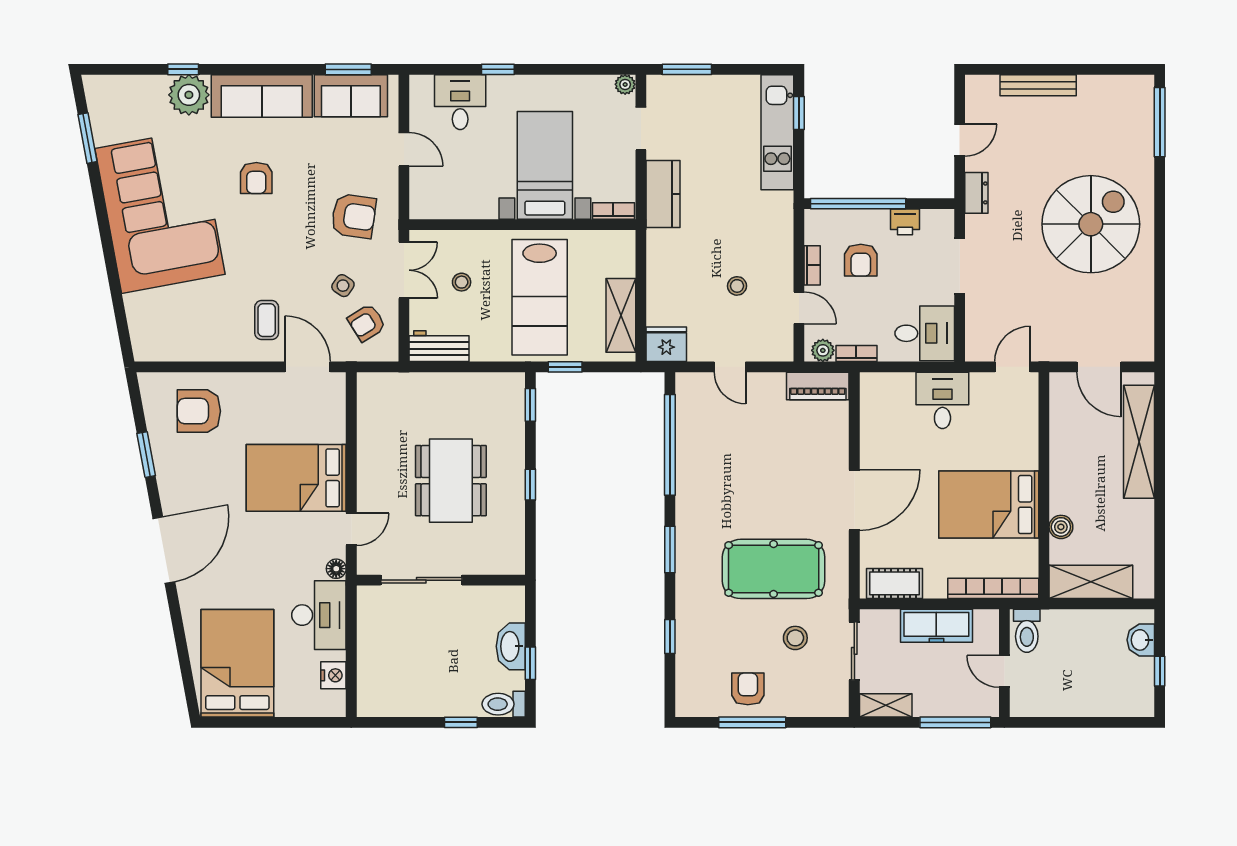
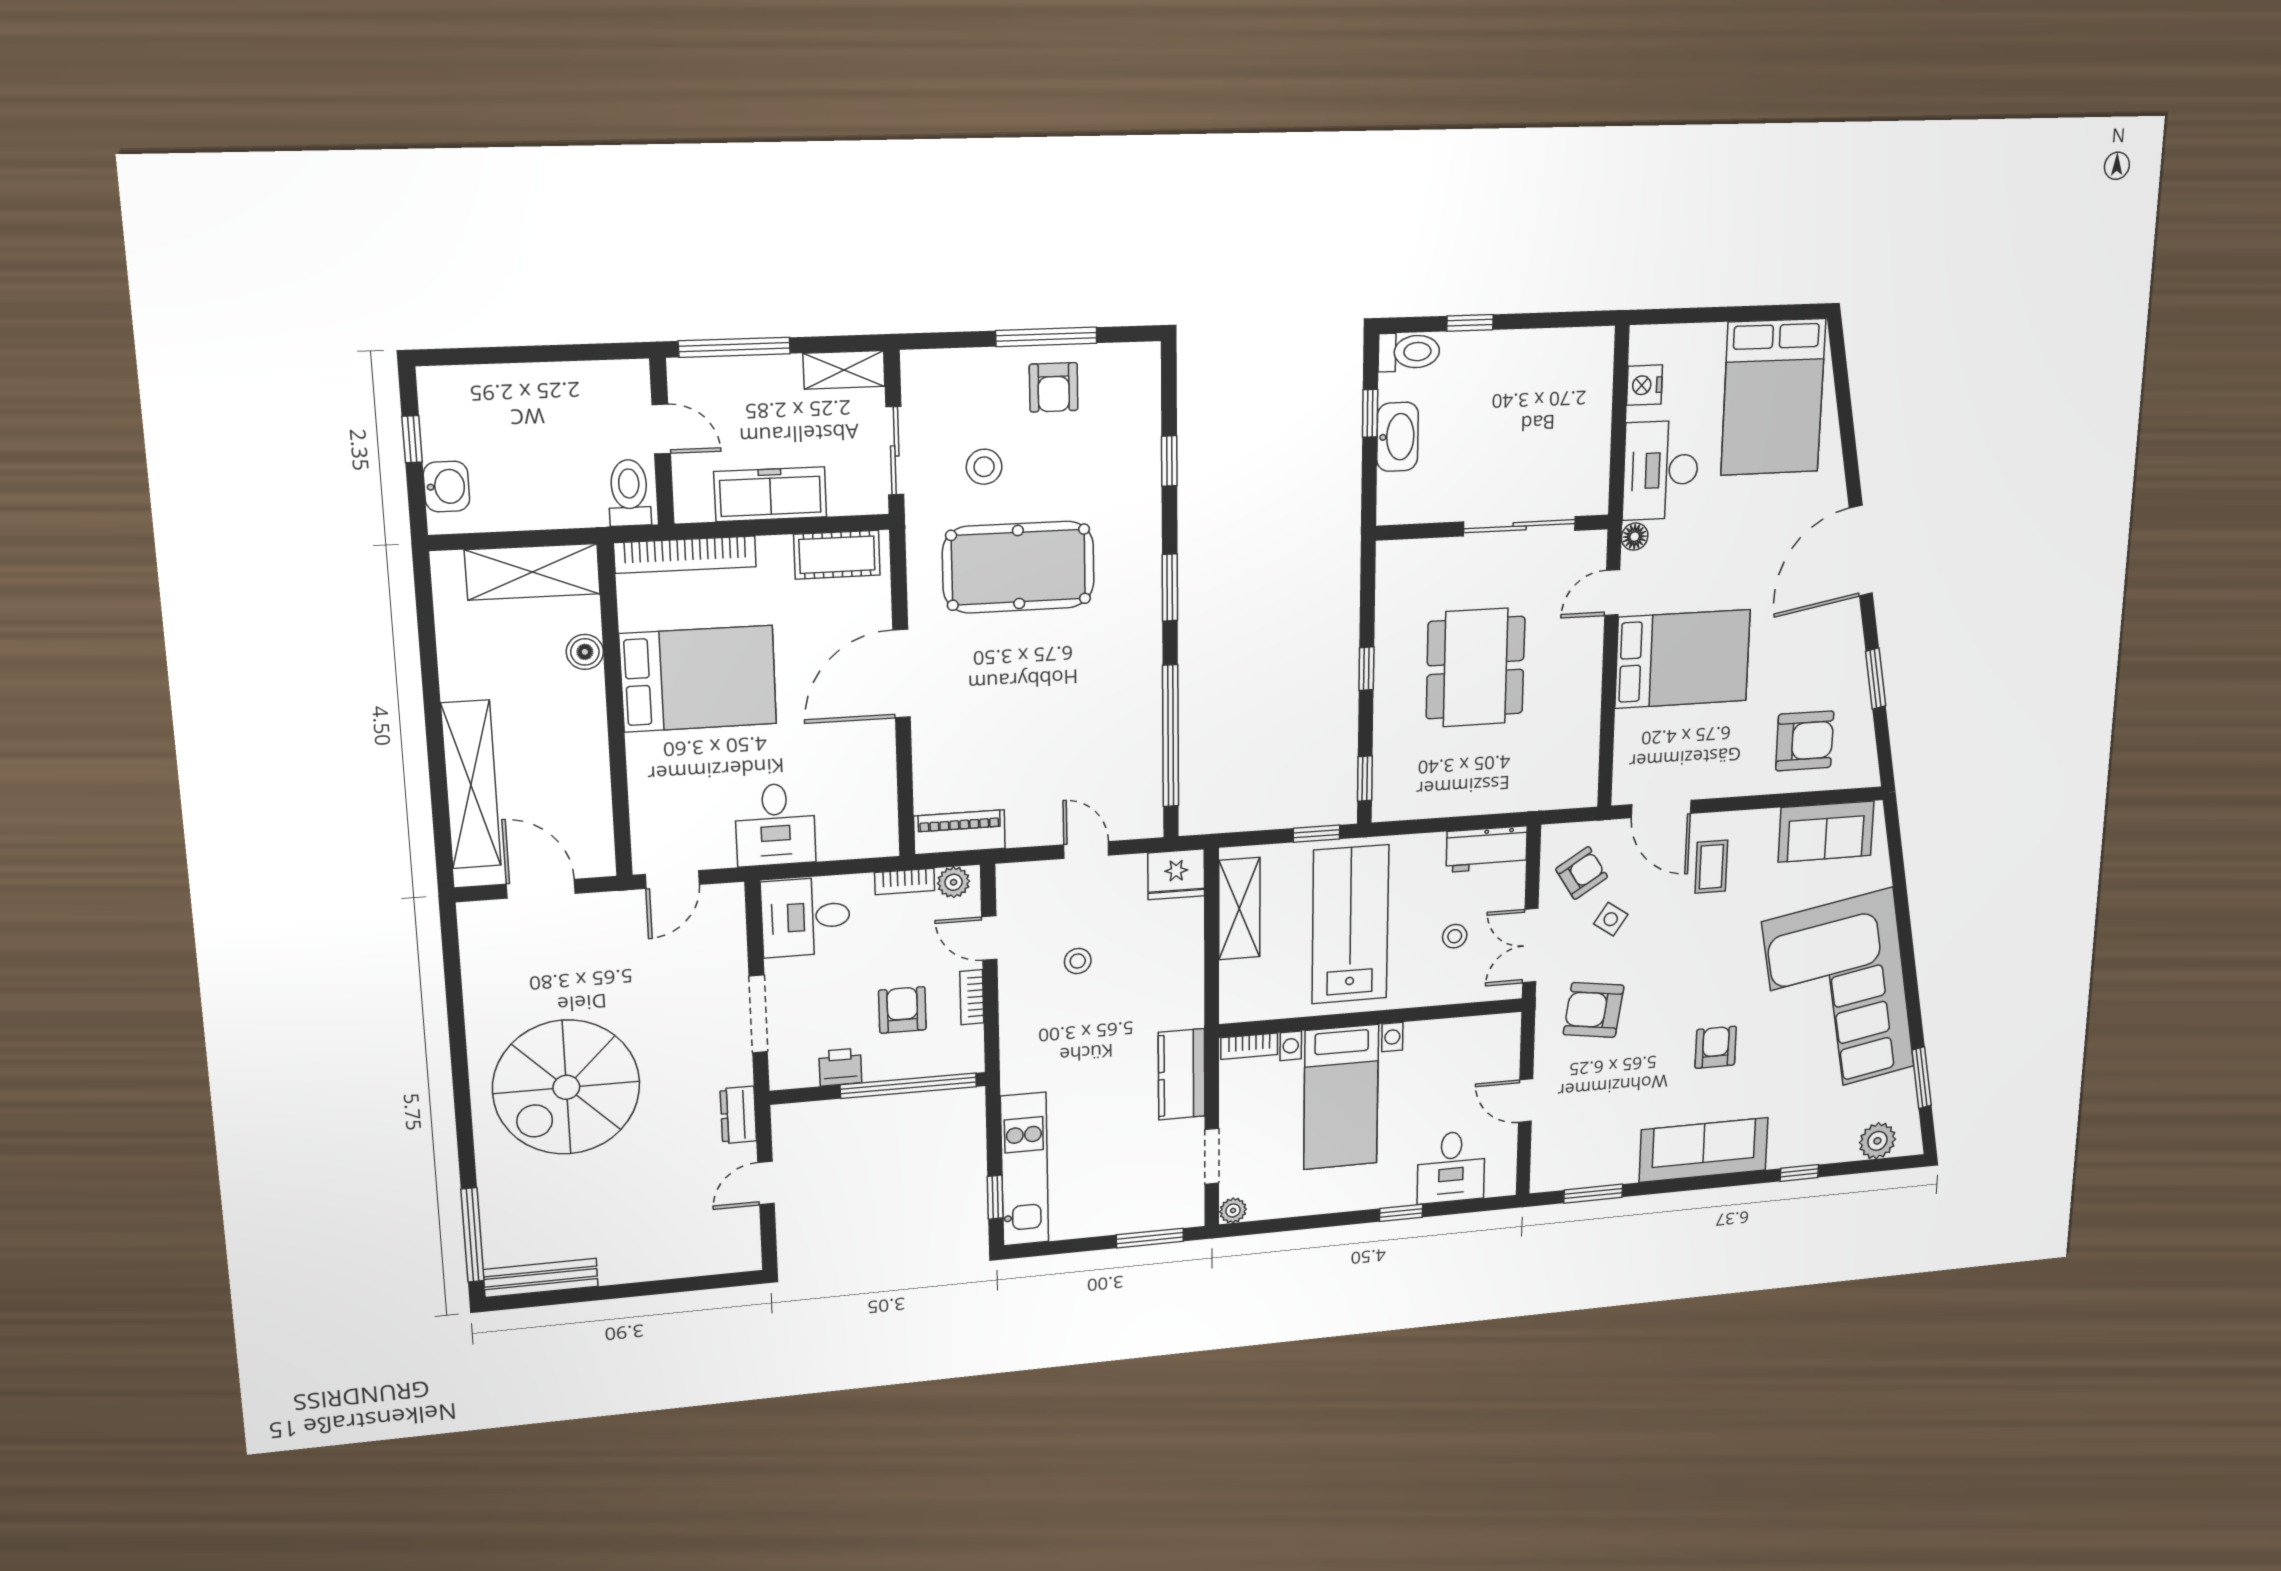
bench: (1038, 85) -> (541, 1278), moved
plant: (189, 95) -> (1877, 1141), moved, width x0.73, depth x0.73
sofa: (351, 96) -> (1826, 832), moved, turned 180

